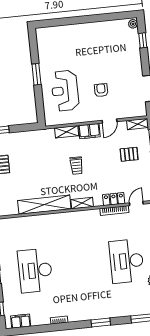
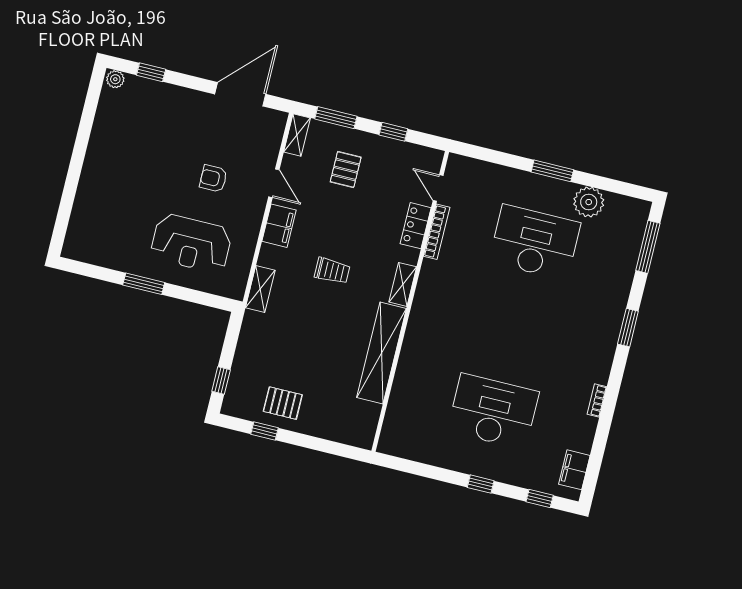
shelving: (67, 132) -> (260, 289), moved
desk: (127, 261) -> (535, 242), turned 180
desk: (35, 271) -> (493, 411), turned 180

